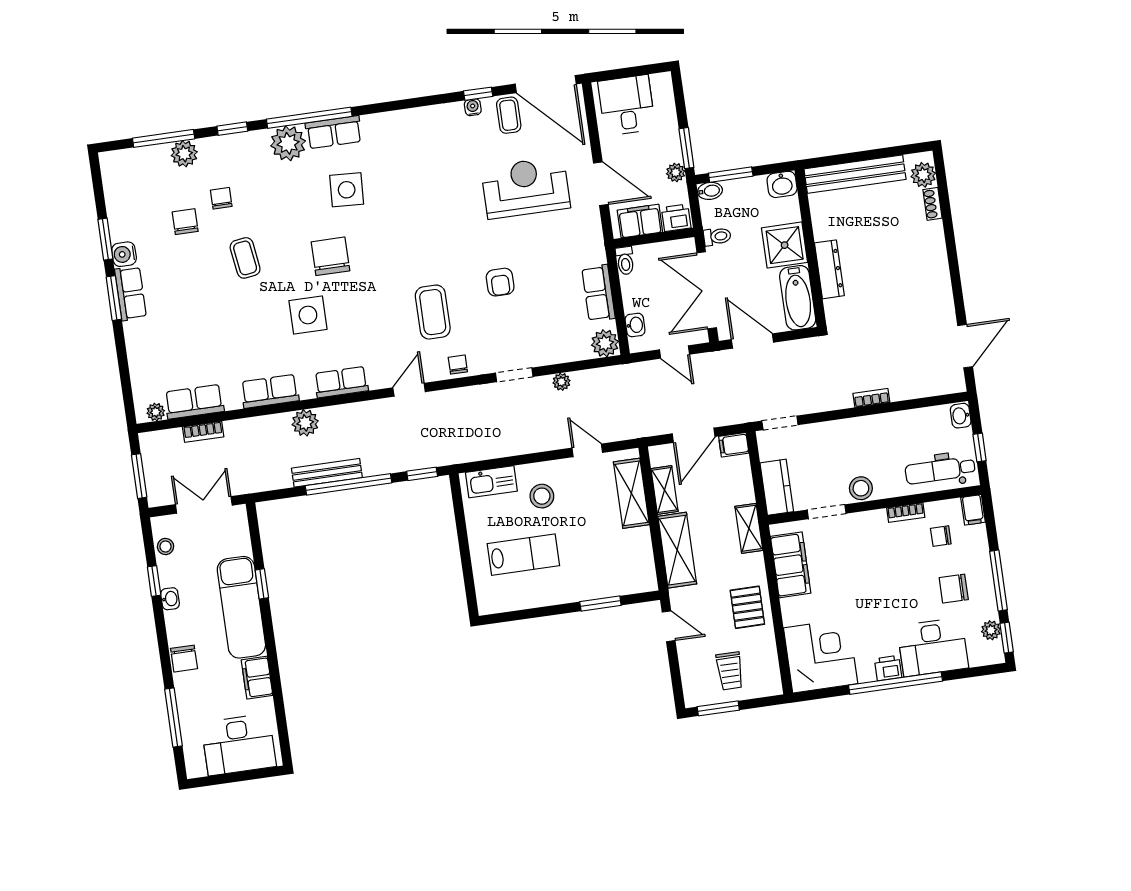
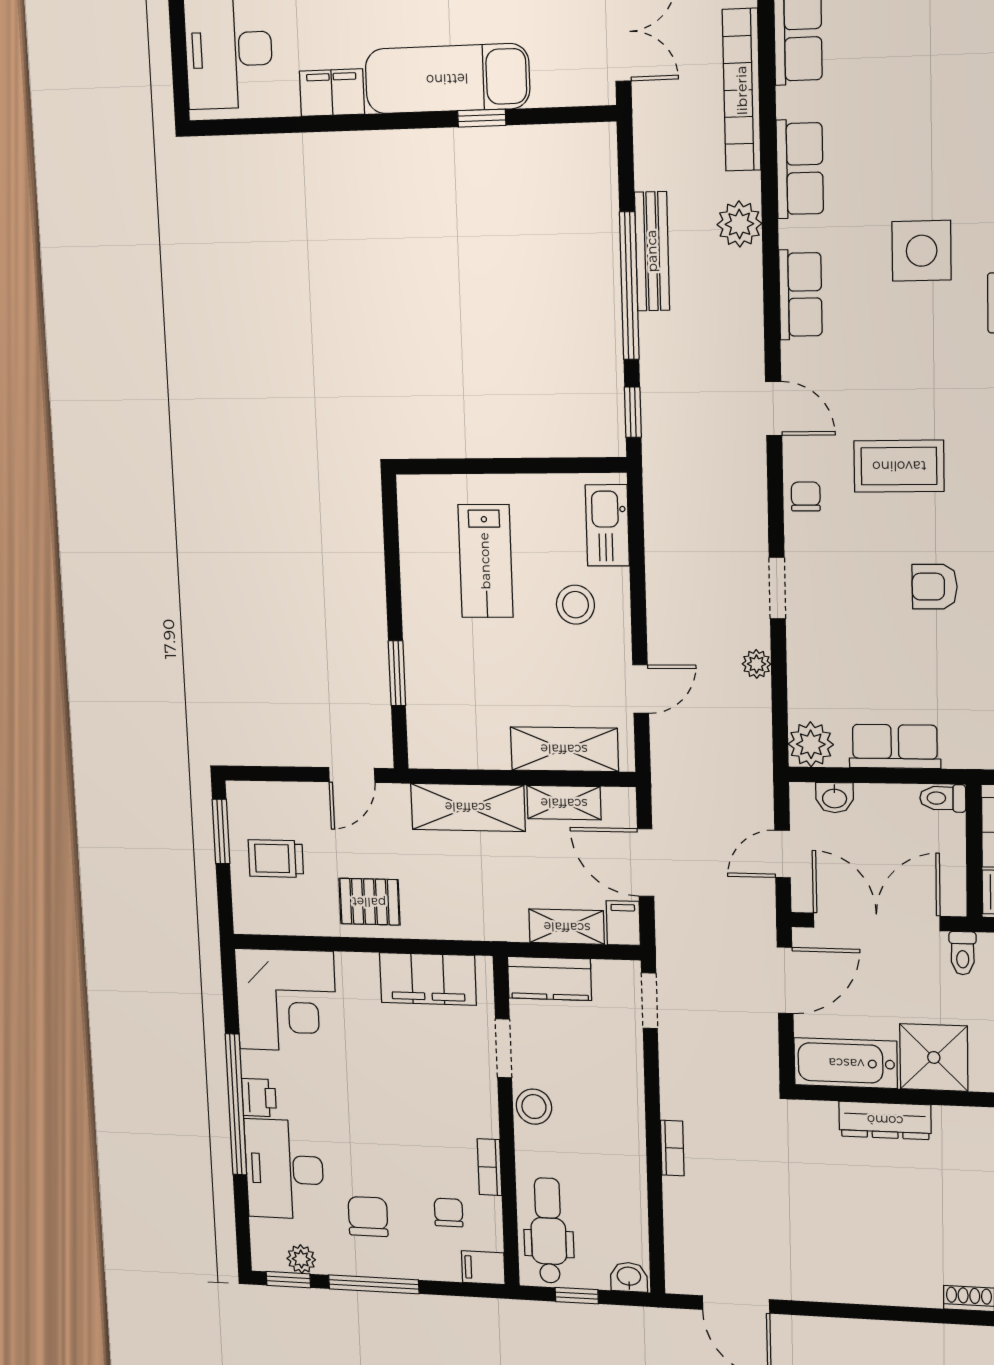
chair: (458, 365) -> (806, 496), turned -90
bookcase: (203, 432) -> (742, 90), width x2.31, depth x1.31
shelving: (749, 528) -> (567, 927), moved

